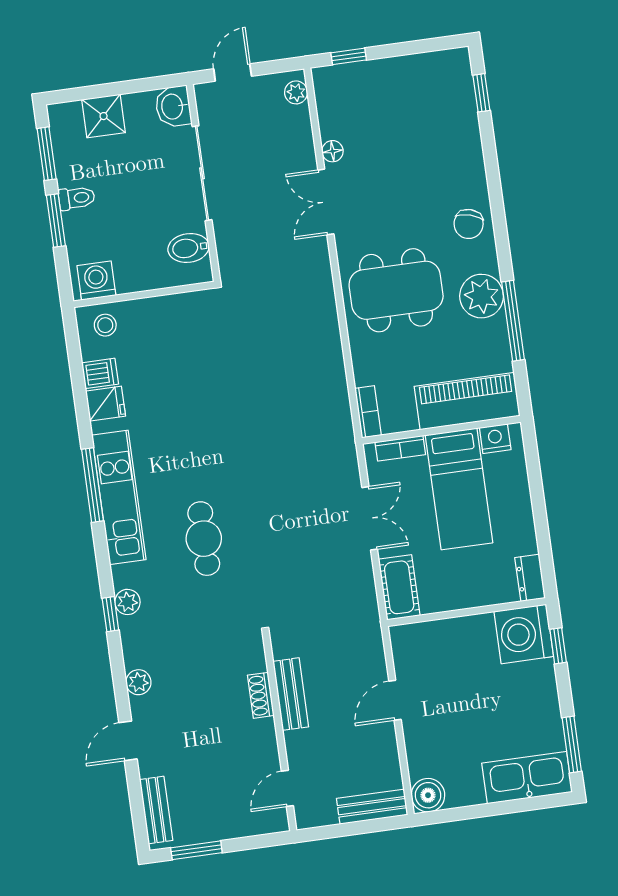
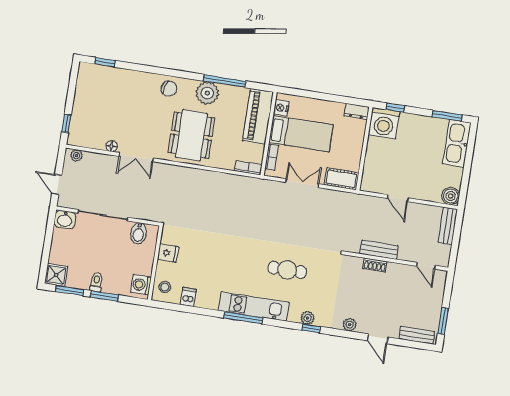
shower: (104, 116) -> (56, 275), moved
fridge: (106, 404) -> (168, 253), moved, turned 90

